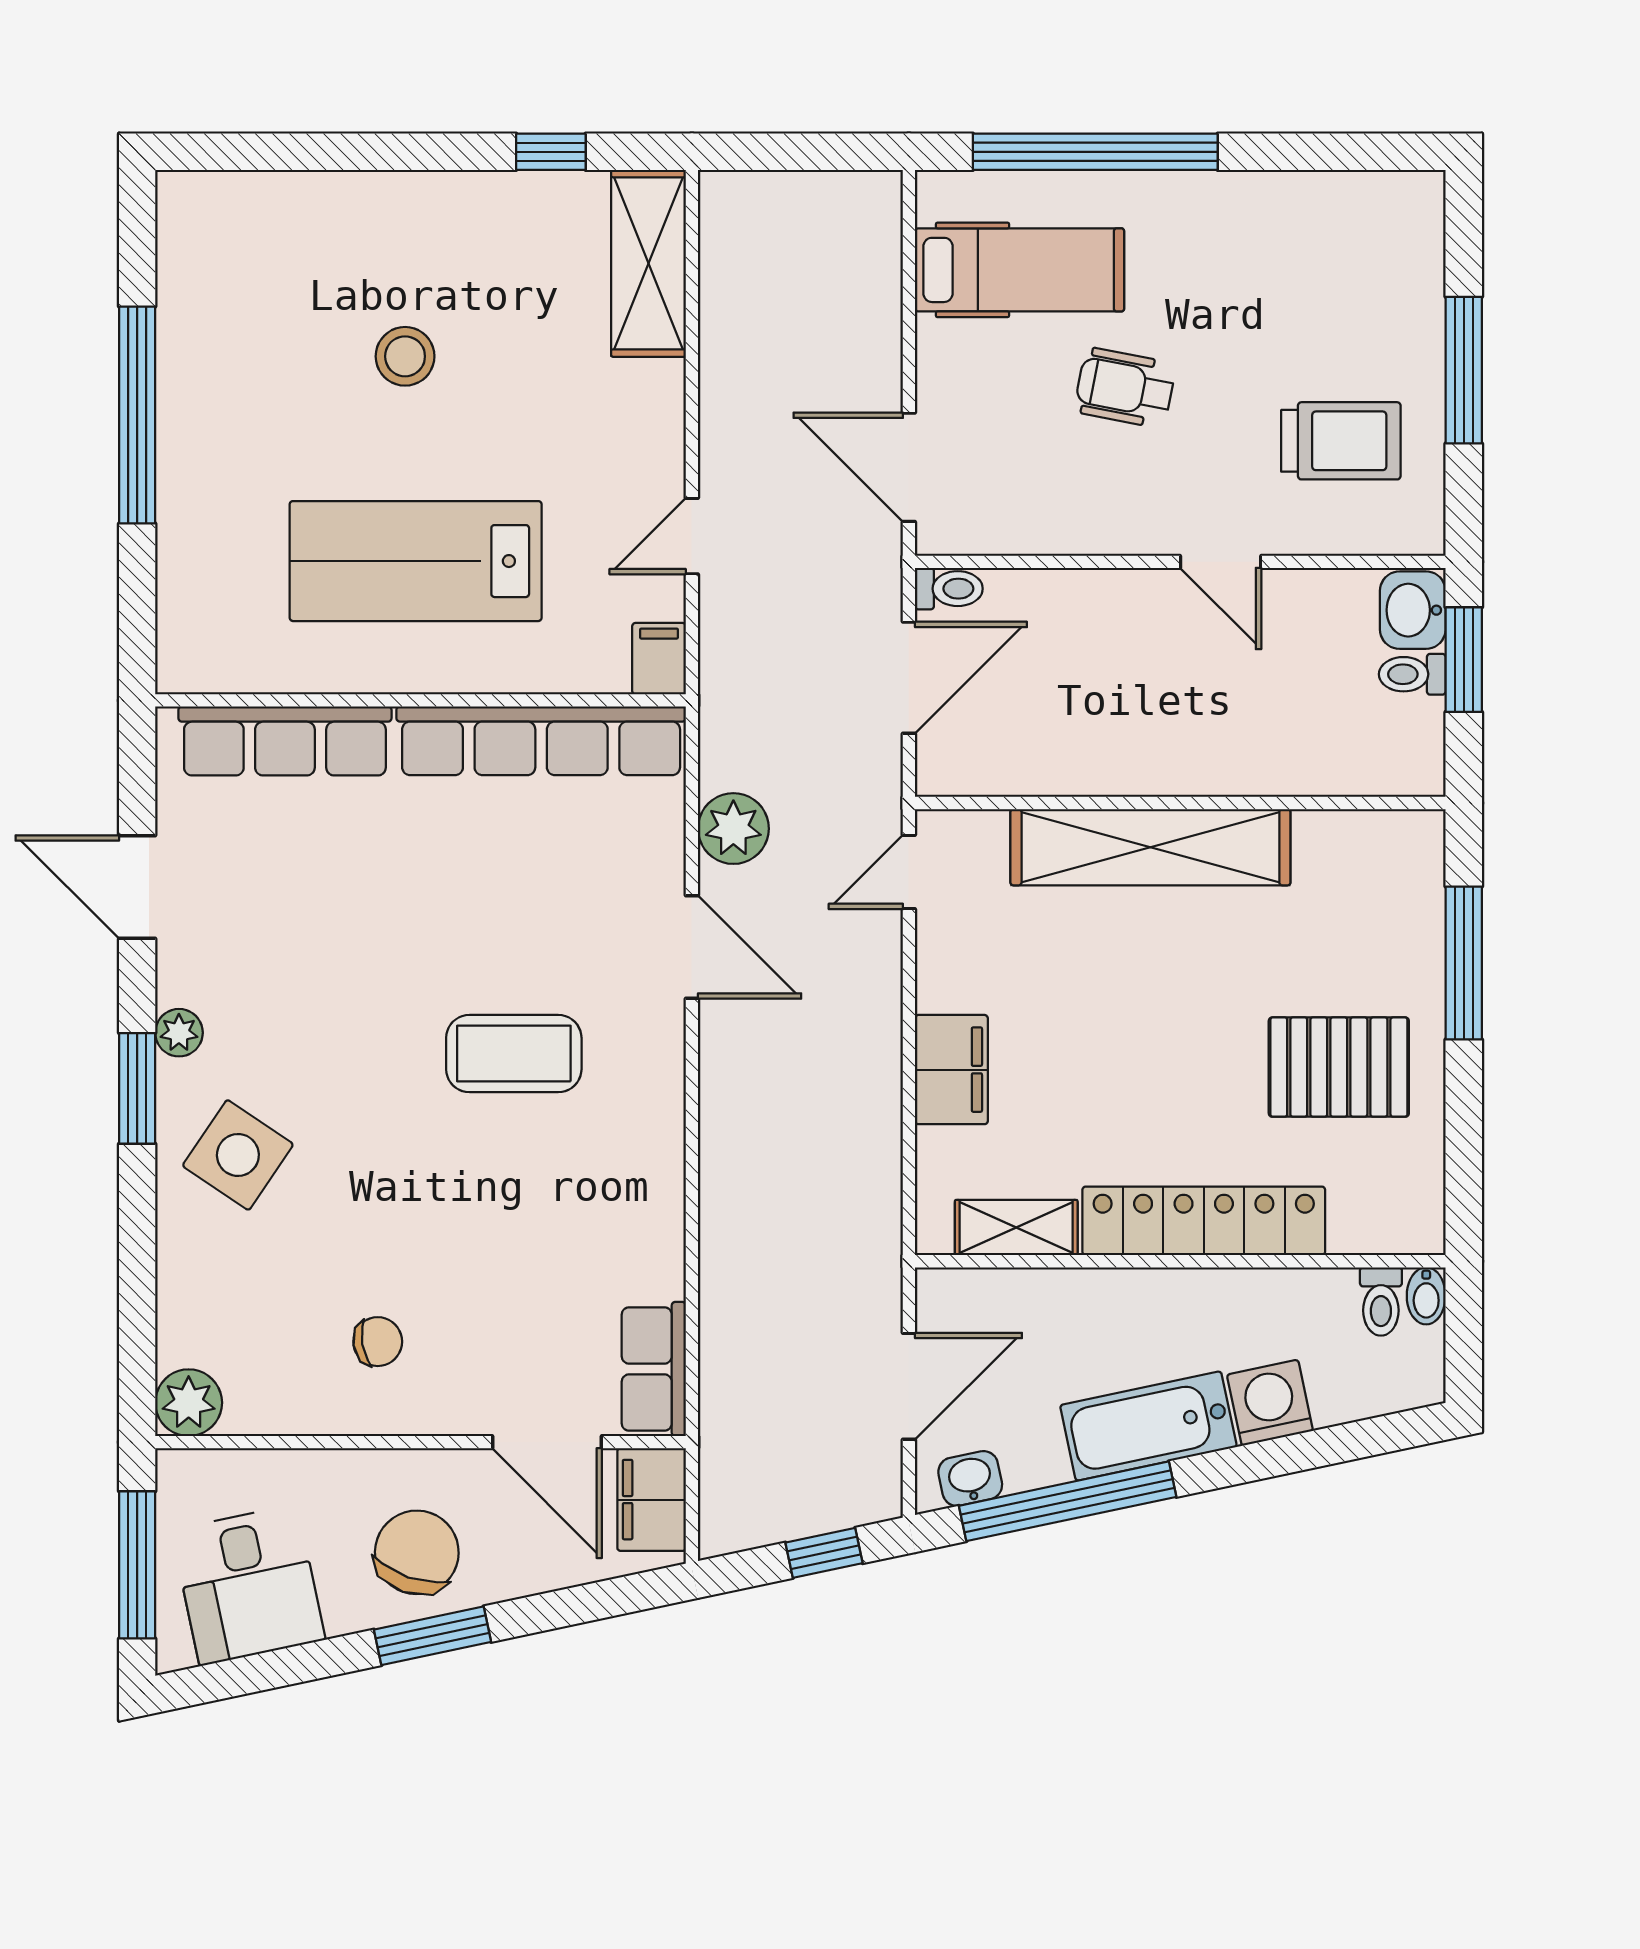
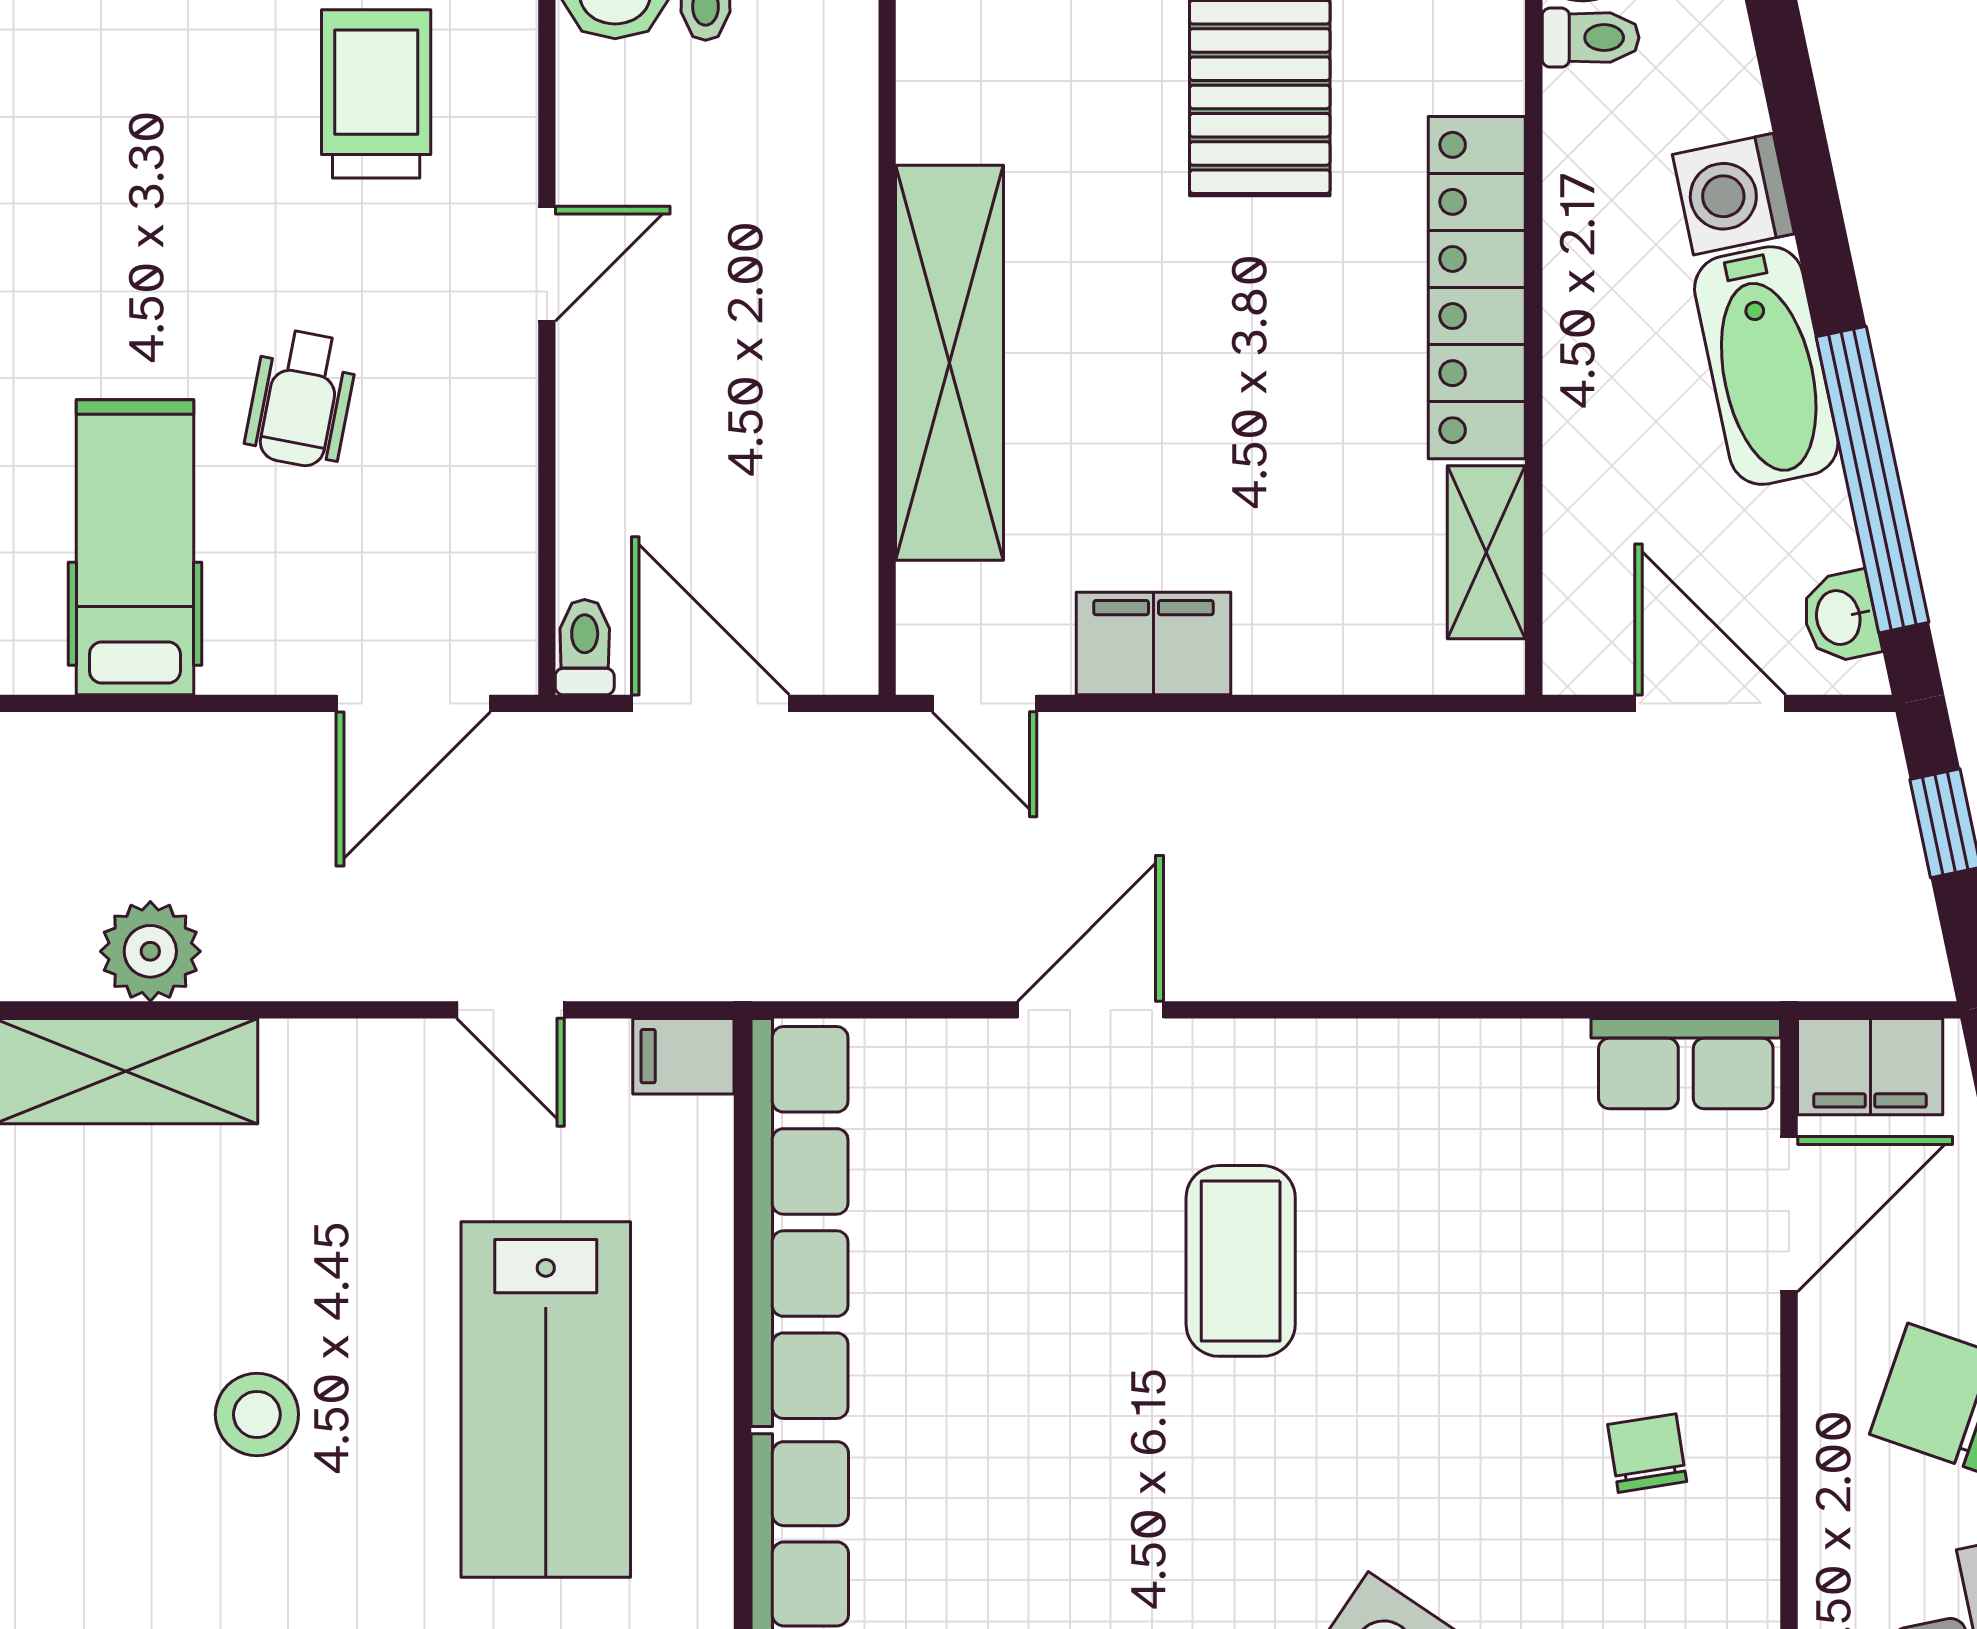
plant: (733, 829) -> (150, 951), moved
filing cabinet: (951, 1070) -> (1153, 644), moved

